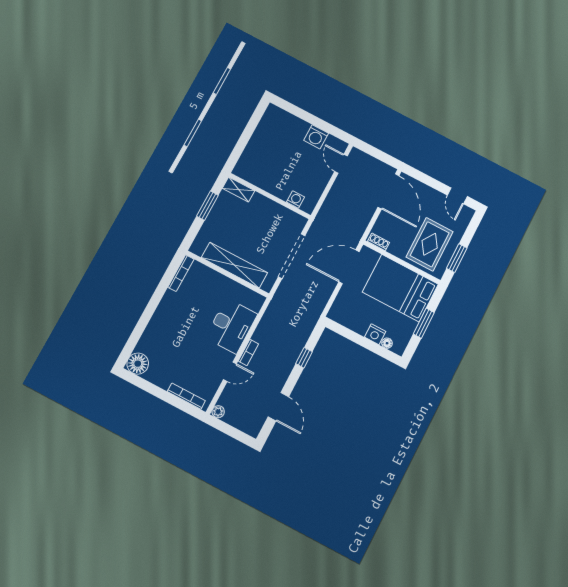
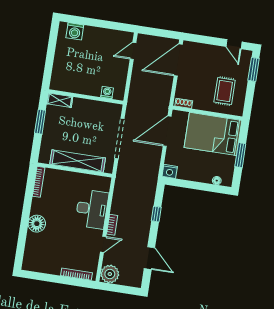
washing machine: (316, 137) -> (75, 31), moved
door: (341, 164) -> (133, 51), hinge flipped
door: (388, 191) -> (178, 60), swing flipped
rug: (430, 244) -> (225, 91), width x0.73, depth x0.70
window: (457, 258) -> (254, 69), moved
nightstand: (375, 334) -> (170, 171), moved
floor lamp: (138, 364) -> (37, 224), moved
plant: (218, 412) -> (110, 274), width x1.88, depth x1.88

